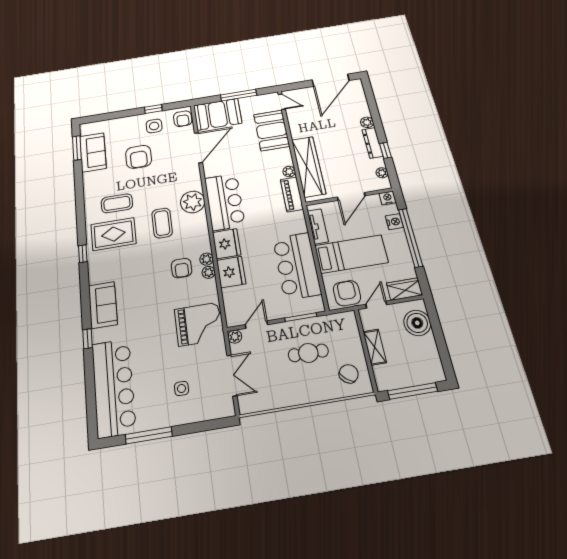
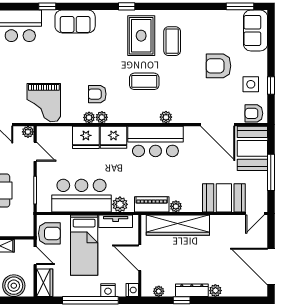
sofa: (93, 152) -> (255, 30), moved, turned 90
plant: (193, 202) -> (166, 117), width x0.53, depth x0.53
plant: (298, 225) -> (120, 204), added

